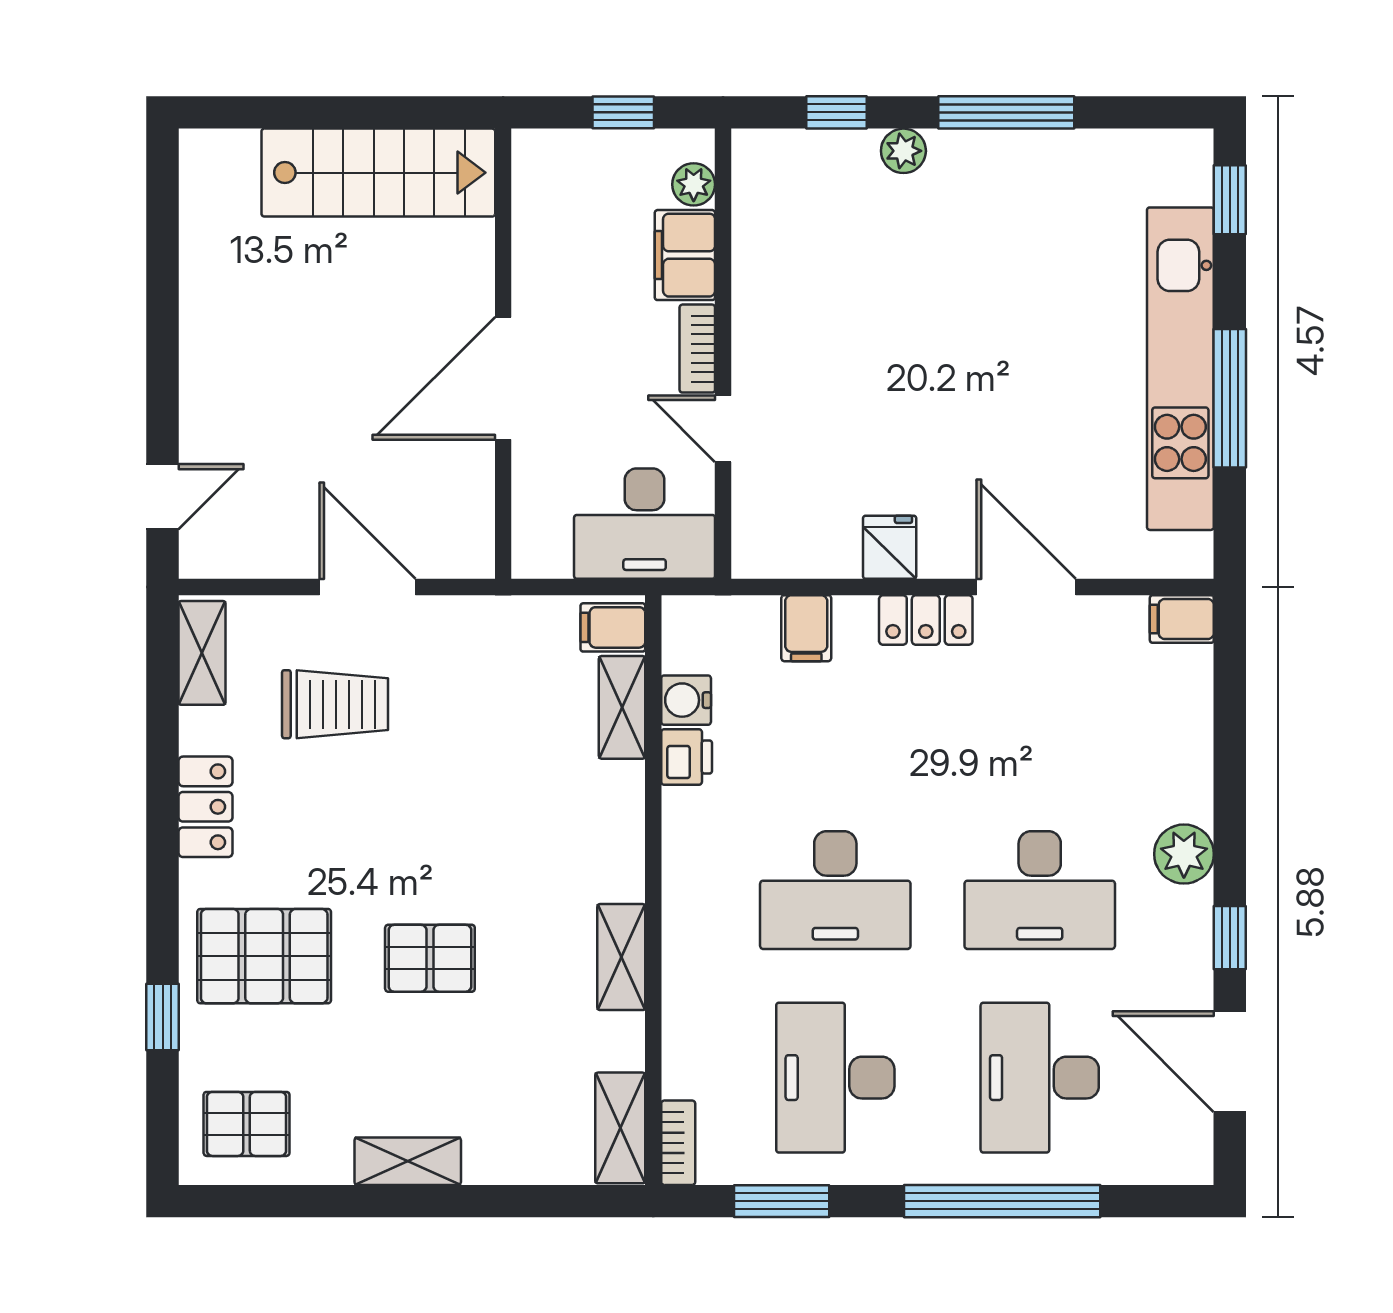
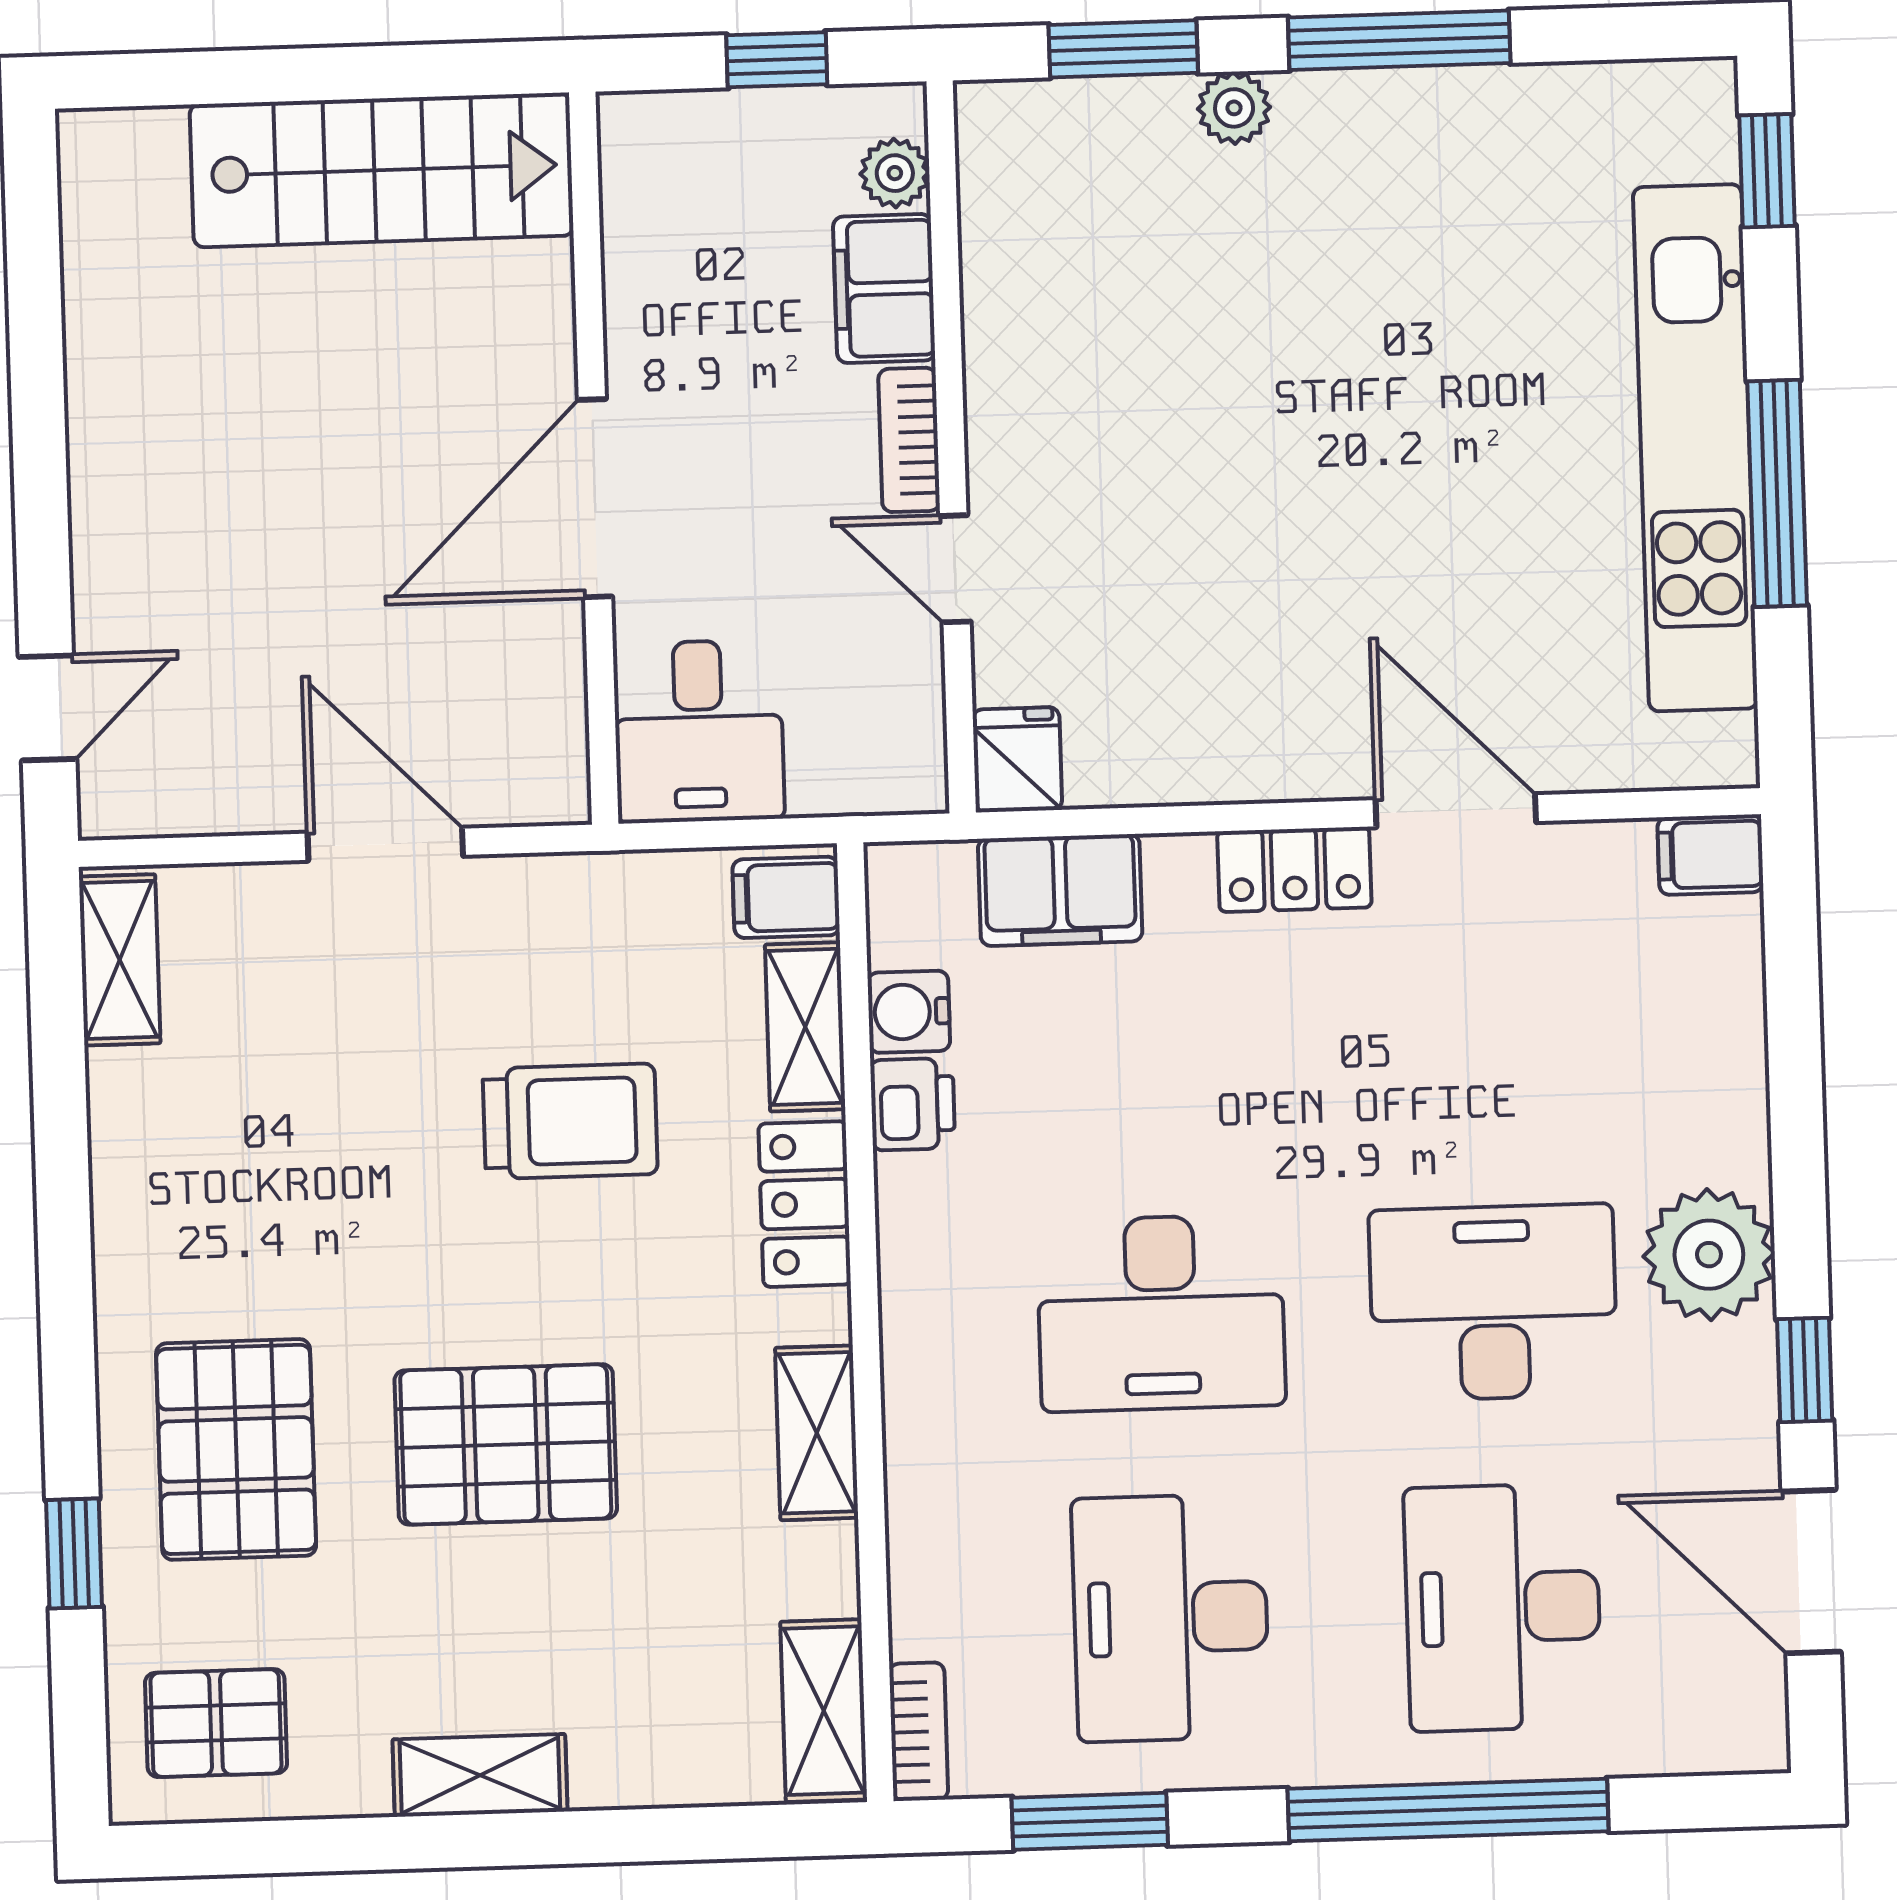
window: (836, 112) -> (1123, 49), width x1.50
desk: (645, 524) -> (699, 731), moved, width x0.73
fridge: (890, 547) -> (1017, 760), moved
filing cabinet: (806, 628) -> (1060, 890), width x2.00
trolley: (335, 704) -> (570, 1121), moved
locker: (206, 807) -> (805, 1204), moved, turned 180
plant: (1184, 854) -> (1709, 1255), width x1.36, depth x1.36
desk: (1040, 890) -> (1493, 1302), turned 180
pallet: (264, 956) -> (236, 1449), turned 90
pallet: (430, 958) -> (506, 1444), width x1.50, depth x1.42

